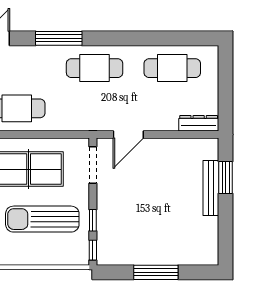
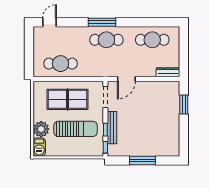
window: (59, 38) -> (102, 22), moved
bench: (211, 188) -> (112, 128), moved
sun lounger: (42, 219) -> (76, 129), turned 180

